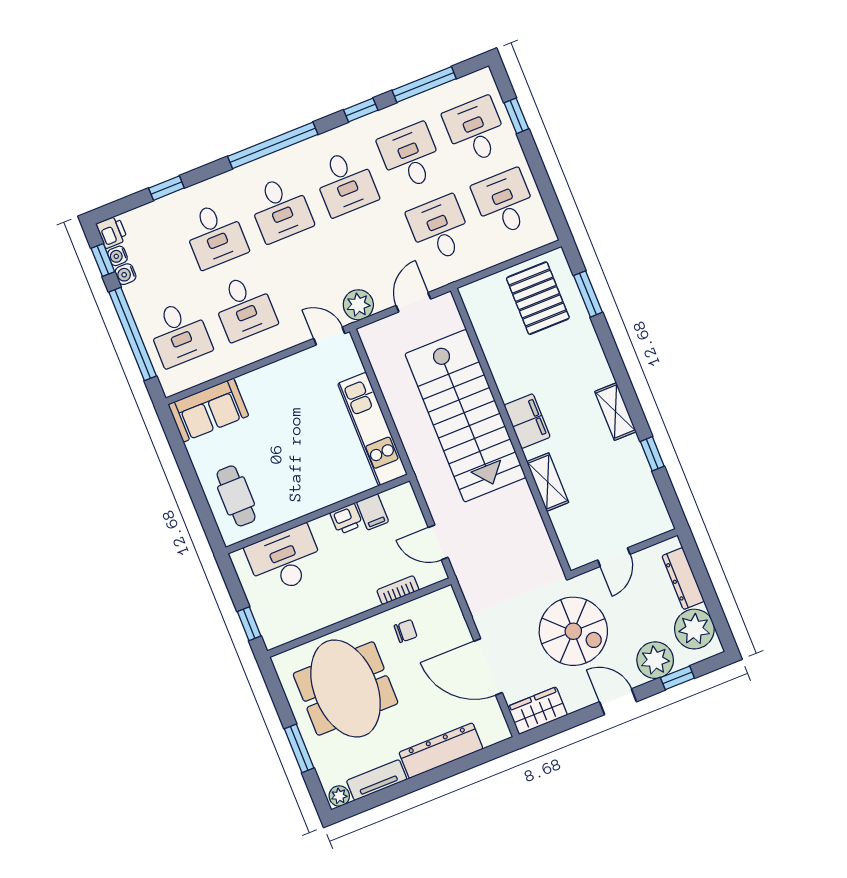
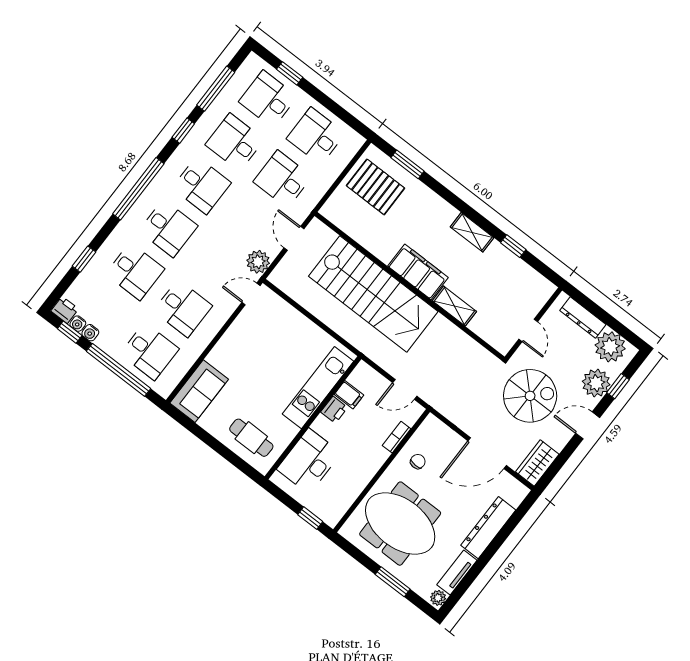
filing cabinet: (527, 421) -> (418, 272), width x1.50, depth x1.17
kitchen unit: (372, 429) -> (318, 388), moved, turned 90

